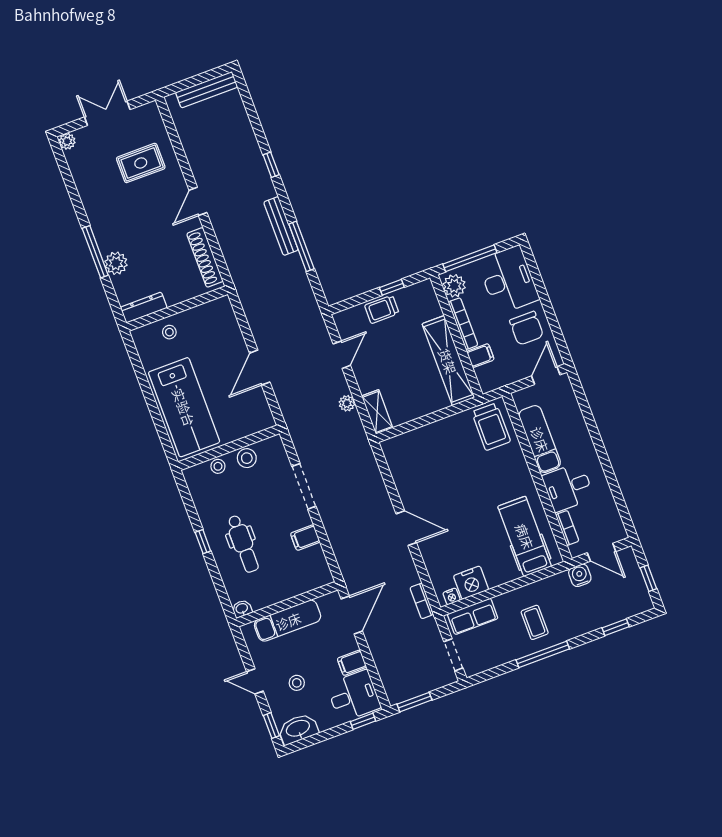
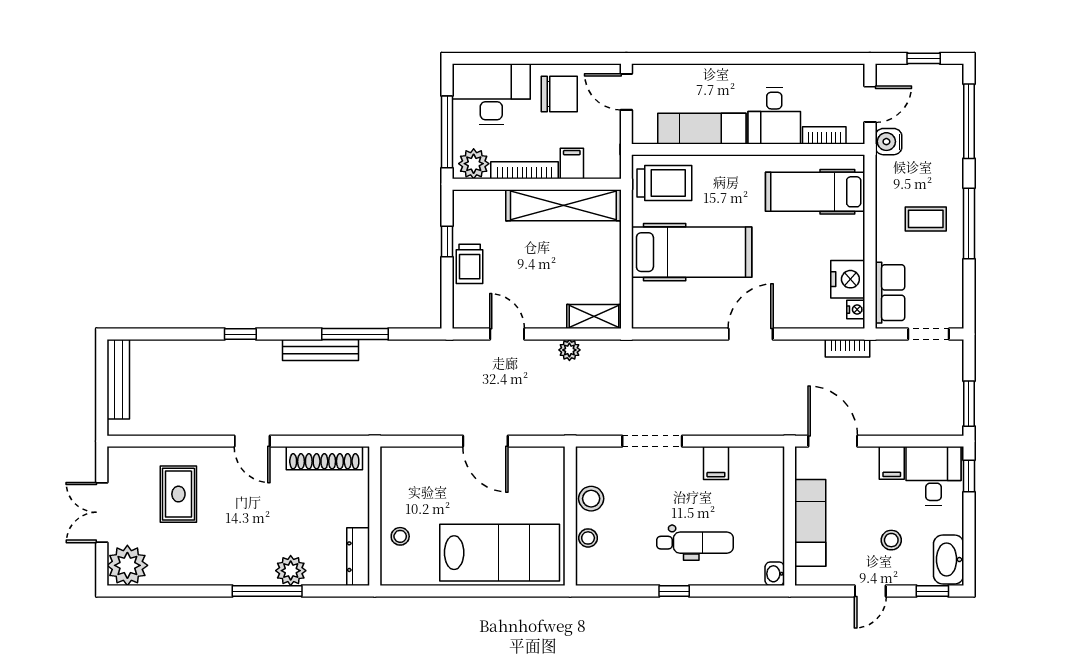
plant: (67, 141) -> (127, 565), width x1.87, depth x1.87
hospital bed: (449, 464) -> (692, 252), added
window: (616, 627) -> (969, 121), width x2.17

